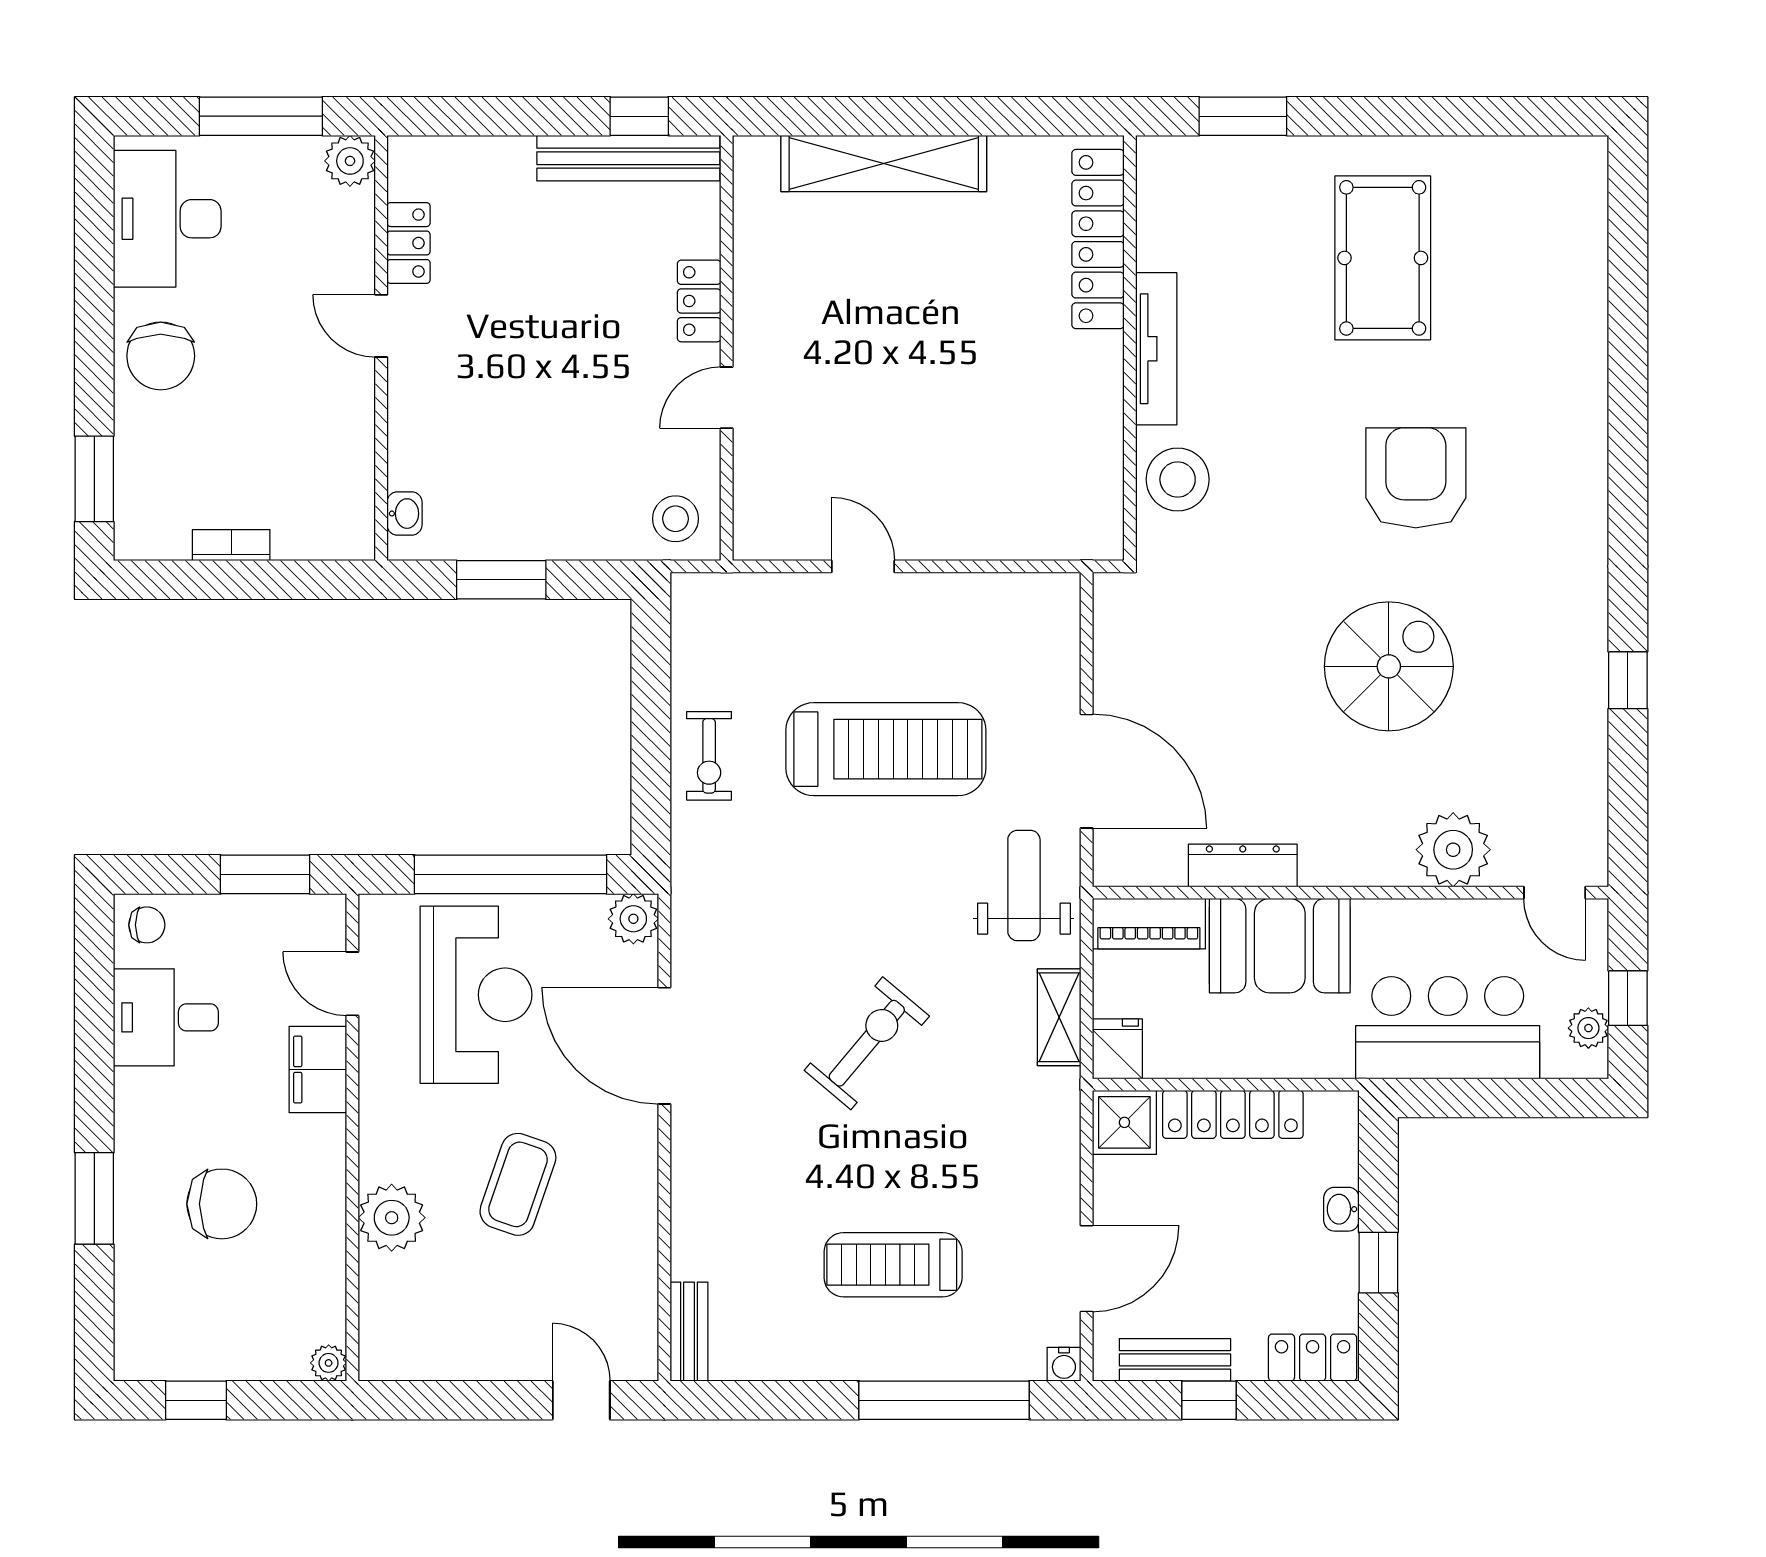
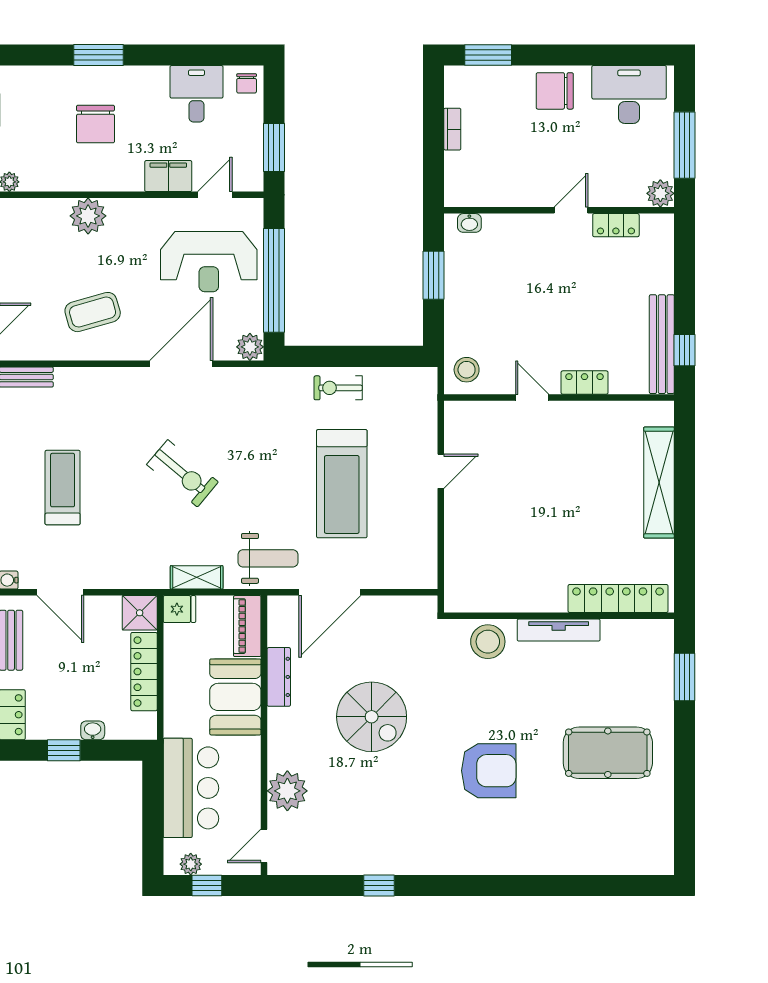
spiral stairs: (1389, 666) -> (372, 717), moved
coffee table: (518, 1184) -> (93, 312), moved, turned -35

